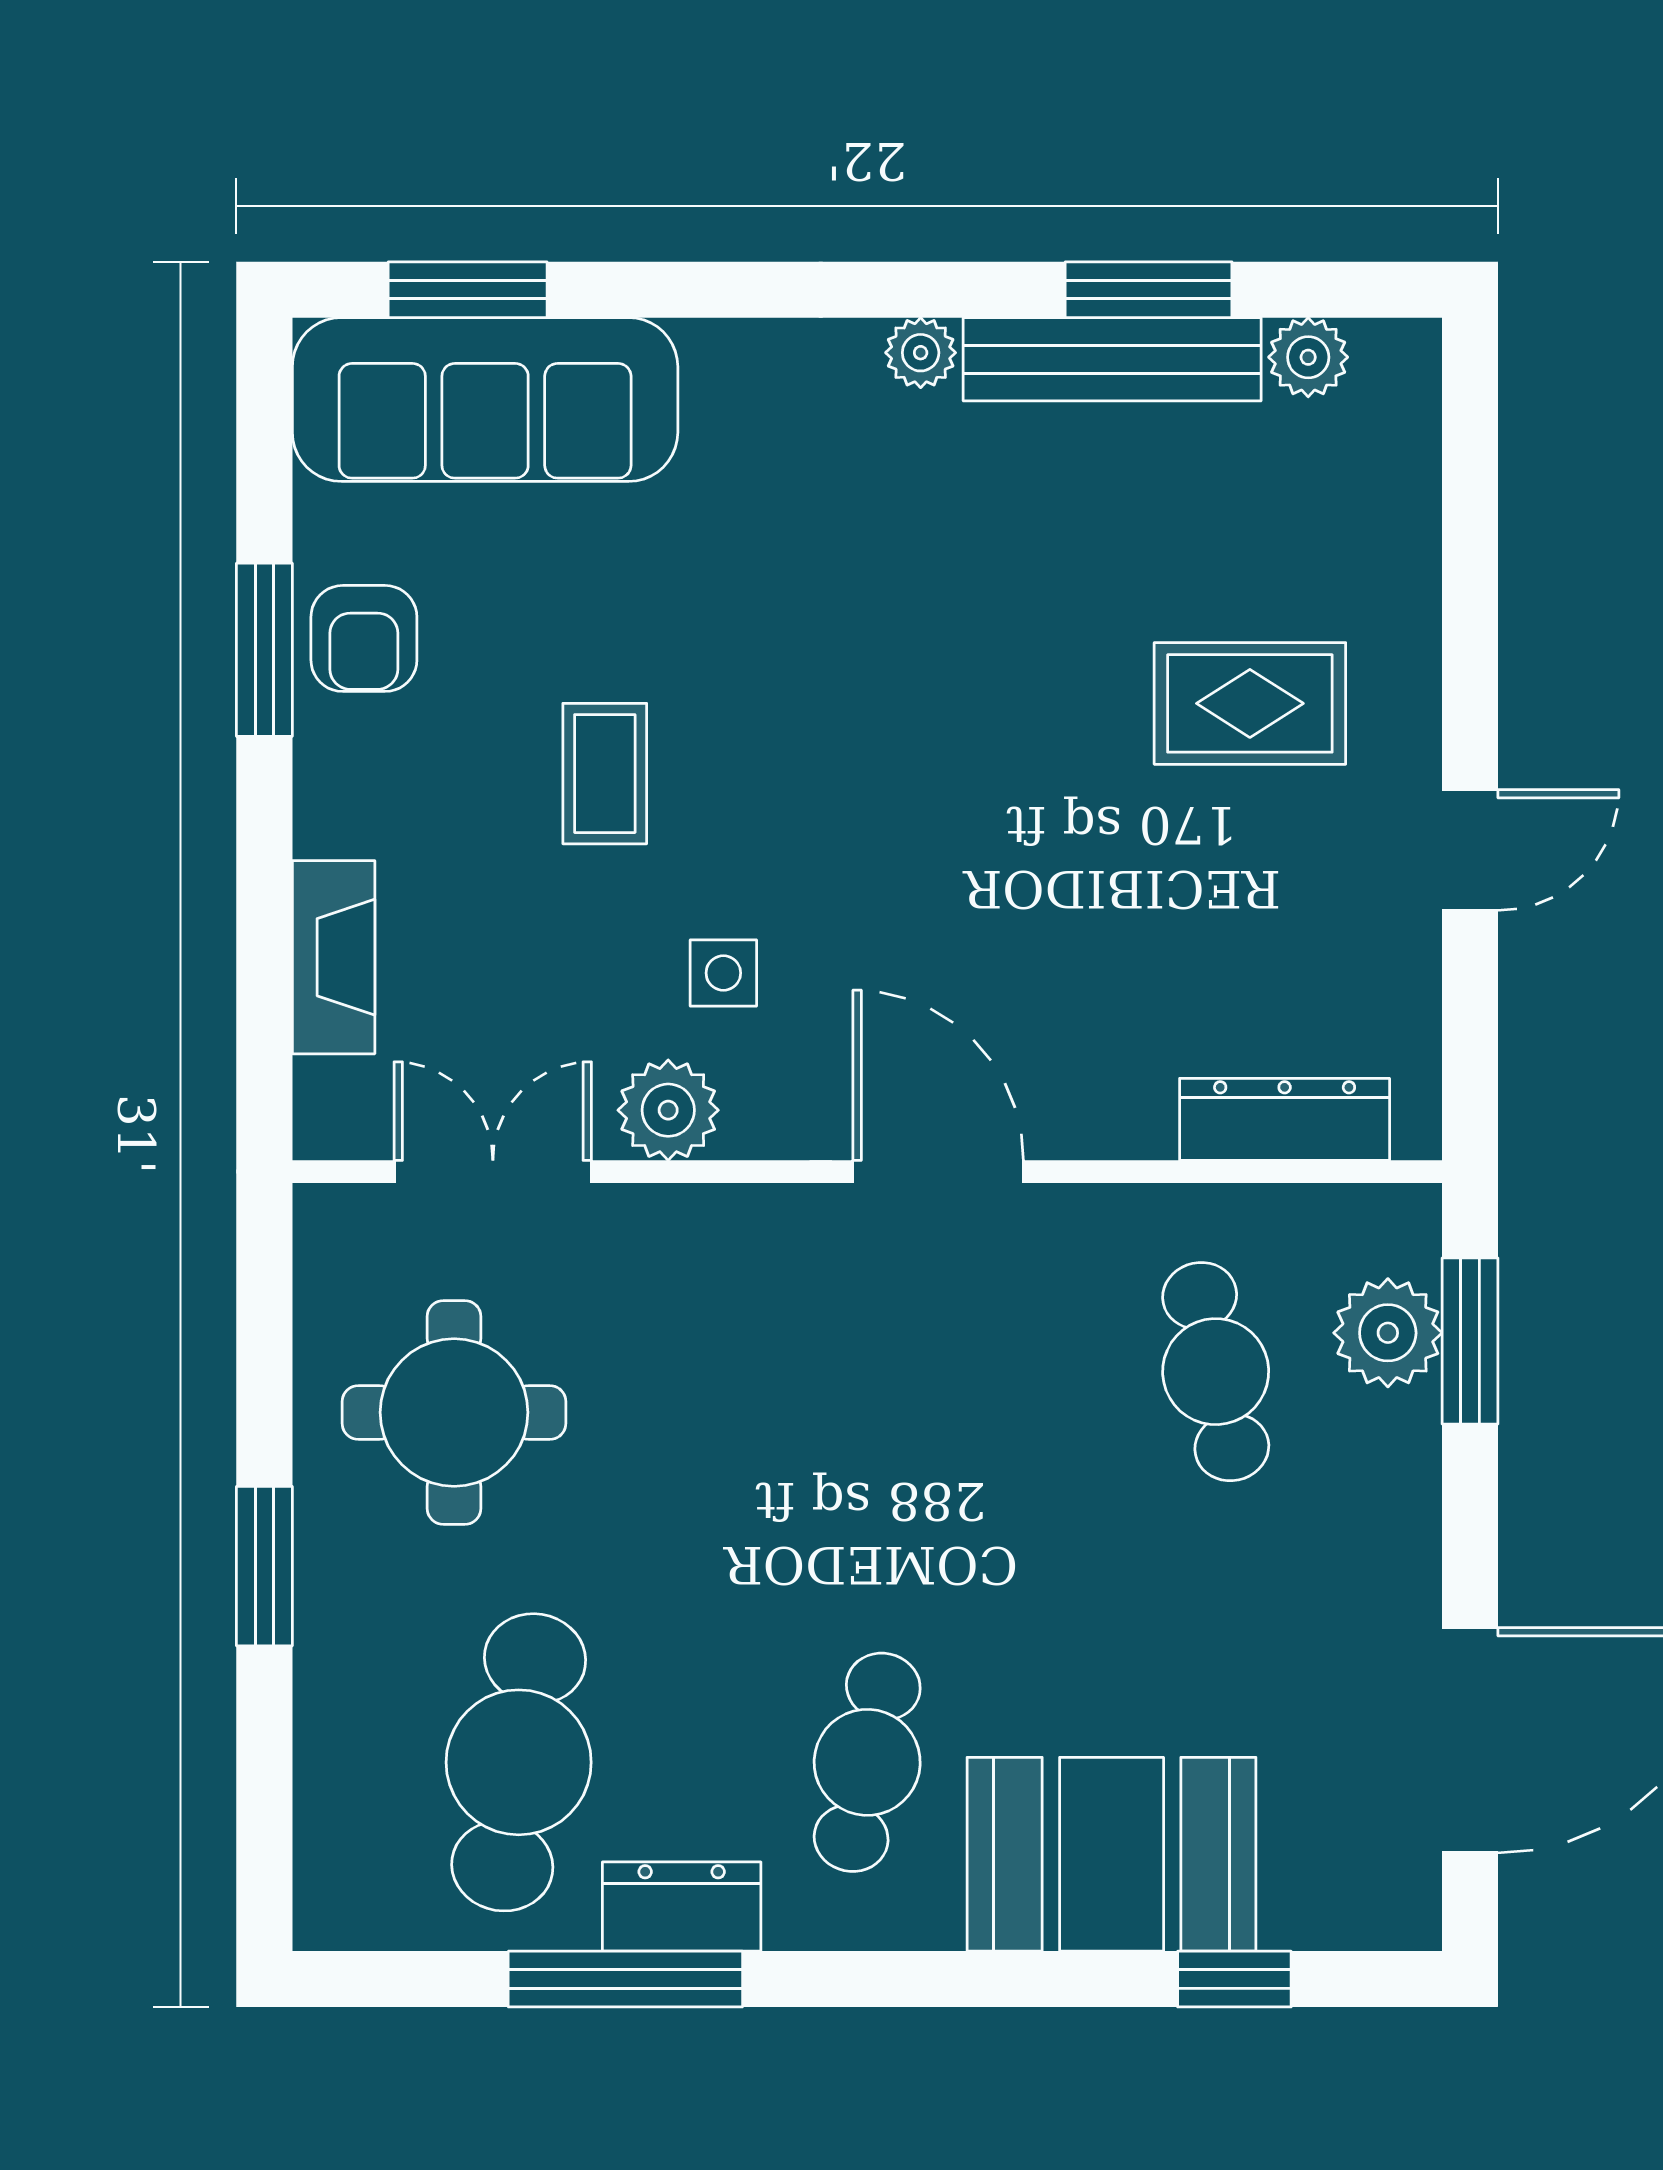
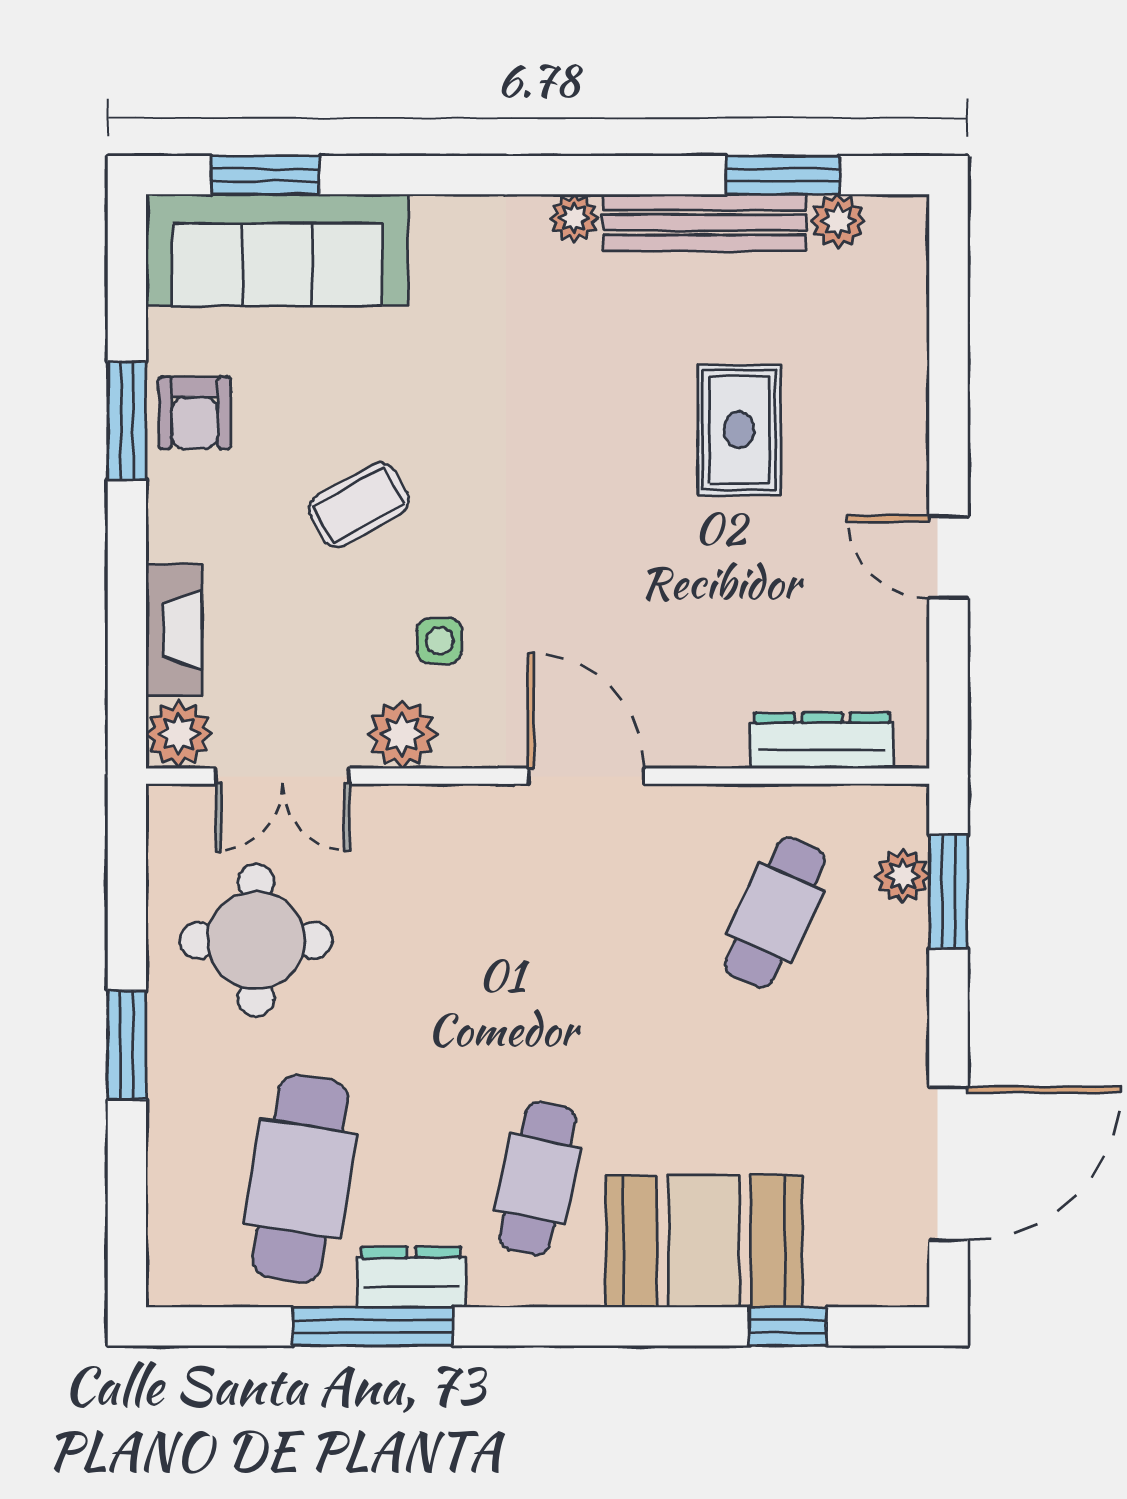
window: (1149, 290) -> (783, 175), moved
rug: (1250, 703) -> (739, 430), moved, turned 90
coffee table: (605, 774) -> (359, 505), turned 61
door: (1470, 850) -> (948, 557), swing flipped
plant: (341, 1110) -> (179, 734), added
double door: (493, 1172) -> (282, 776), swing flipped
plant: (1388, 1333) -> (903, 876), width x0.73, depth x0.73
cafe table: (1216, 1372) -> (775, 912), turned 36

